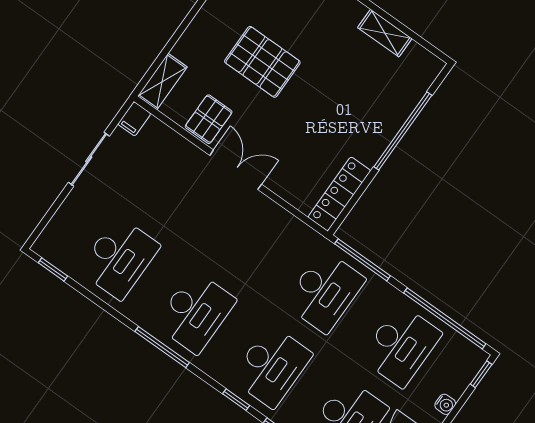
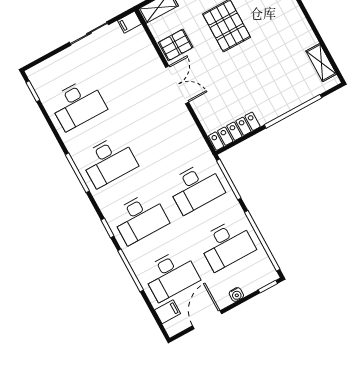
shelving: (385, 33) -> (321, 63), moved

